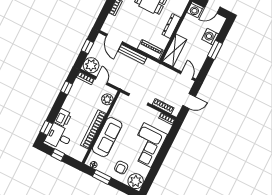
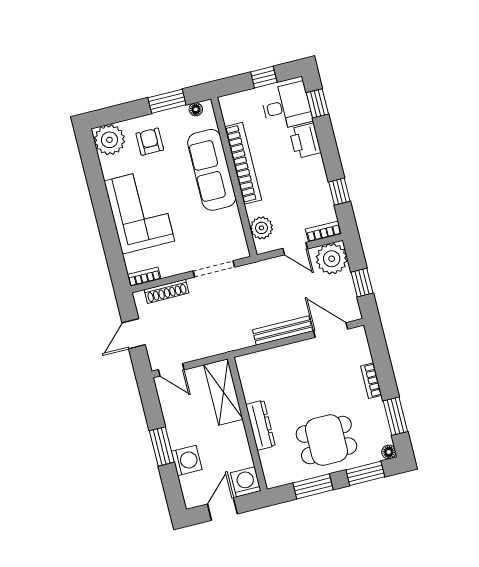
piano: (150, 49) -> (262, 361), removed

